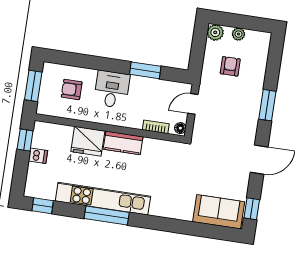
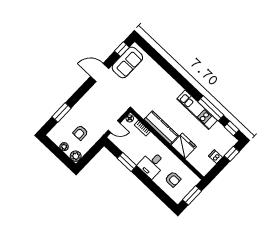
window: (267, 105) -> (62, 112), moved
window: (25, 140) -> (232, 154), moved
kitchen counter: (123, 143) -> (161, 128), width x1.50
kitchen unit: (103, 199) -> (197, 110), width x0.73
sofa: (219, 212) -> (127, 62), moved, turned -90
window: (107, 215) -> (211, 108), moved

